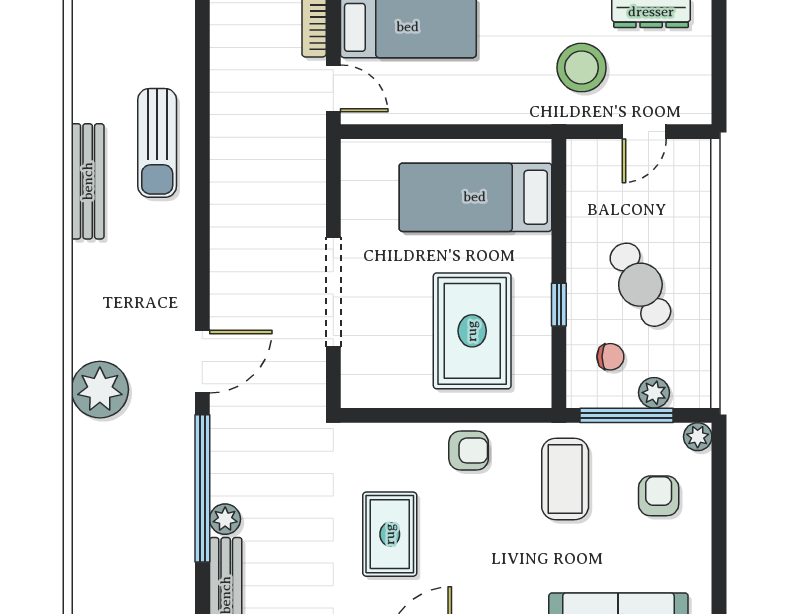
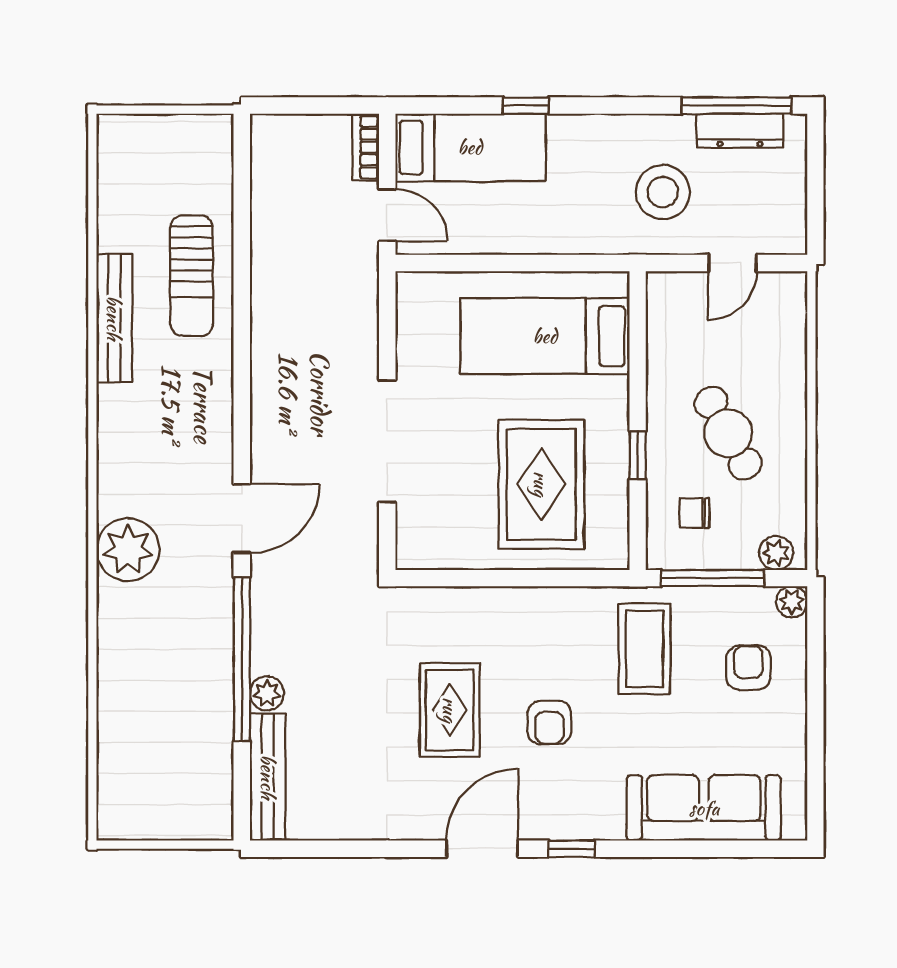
chair: (610, 357) -> (695, 513), turned 180
plant: (654, 393) -> (776, 553), moved
armchair: (469, 451) -> (549, 722), moved, turned 90

